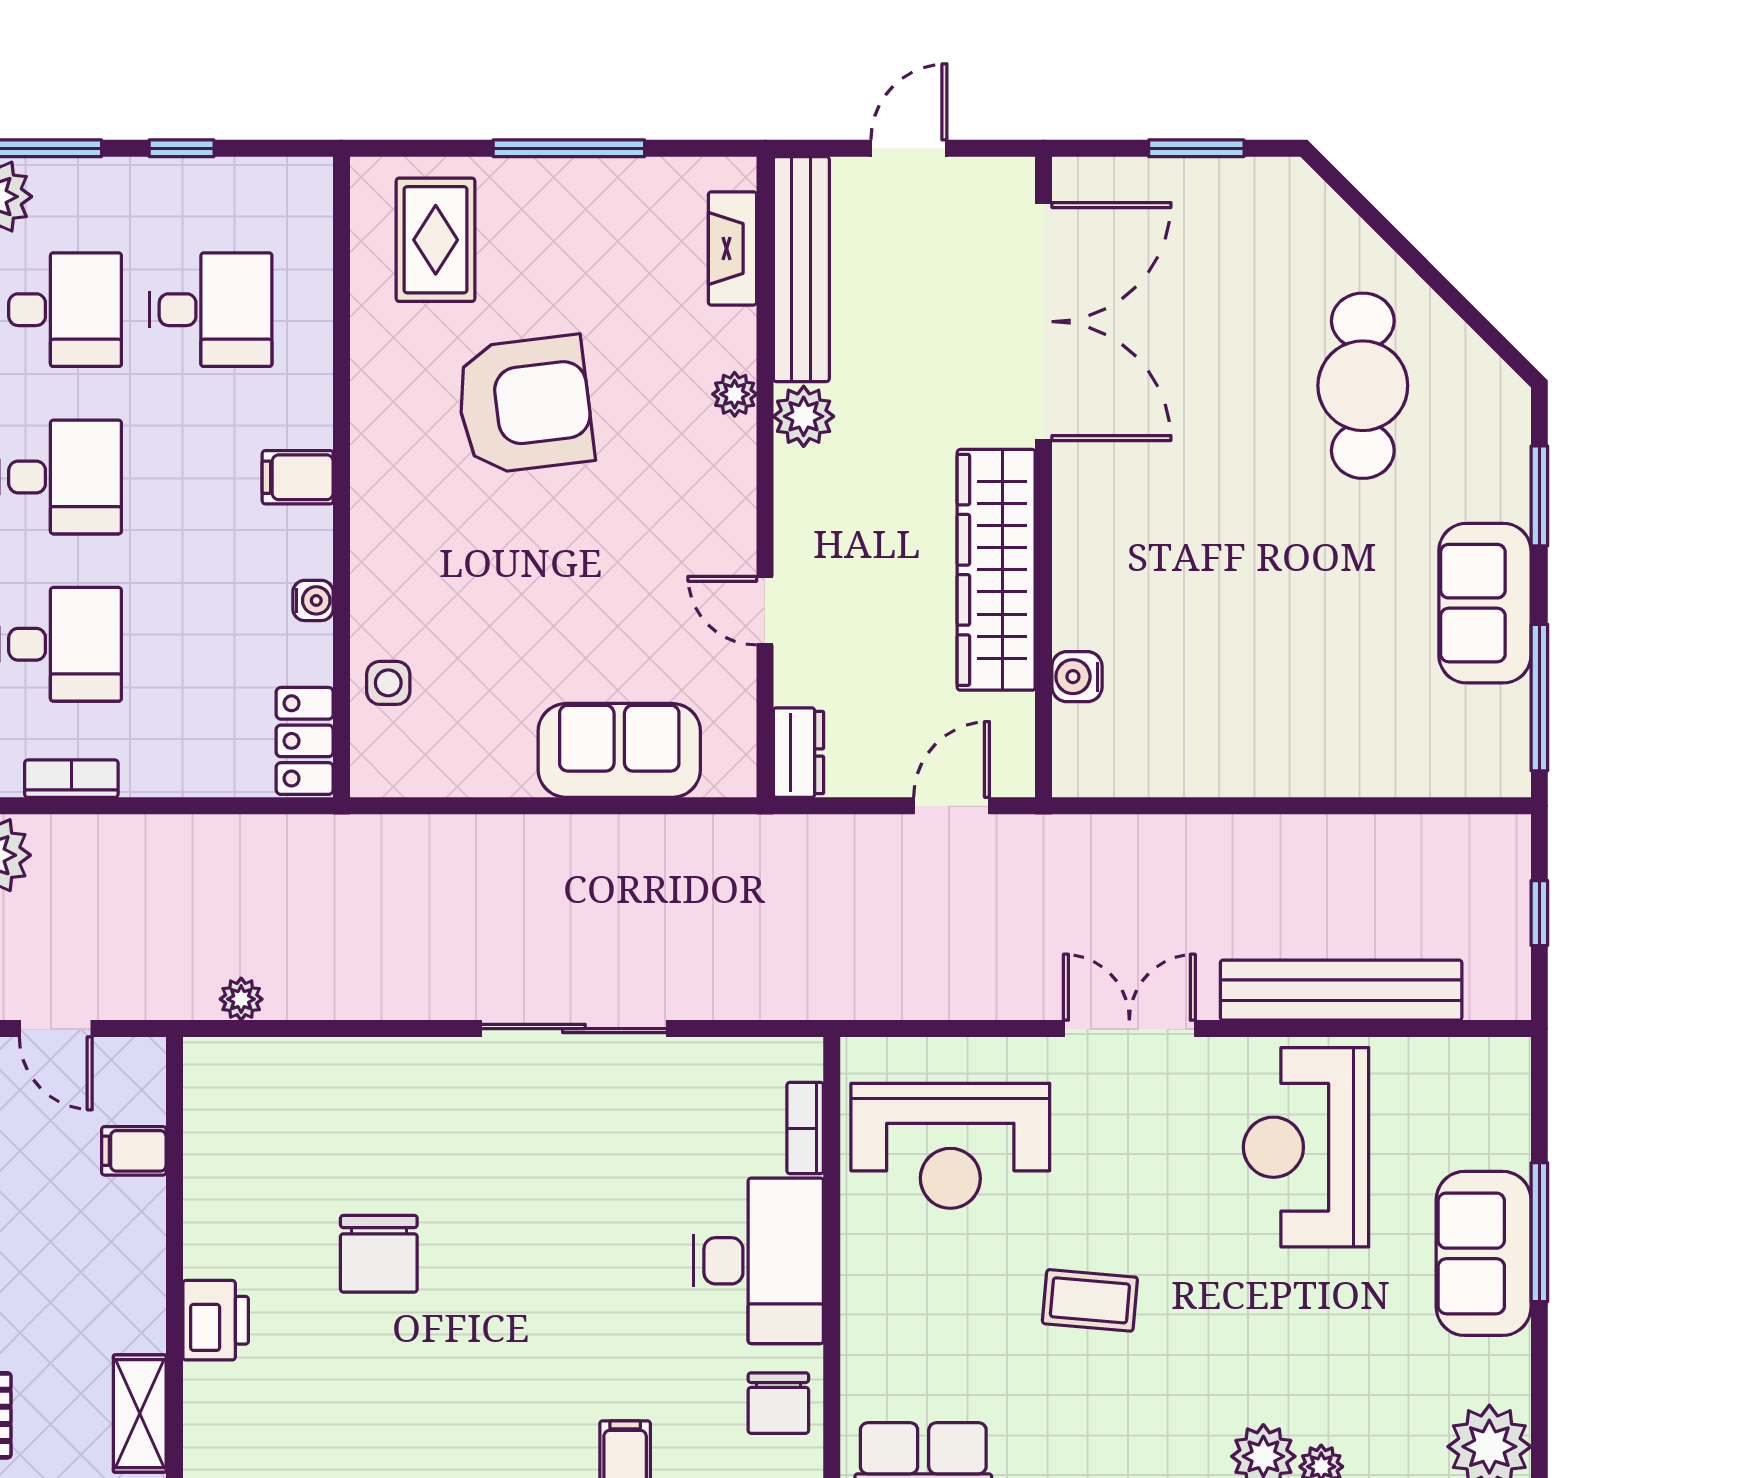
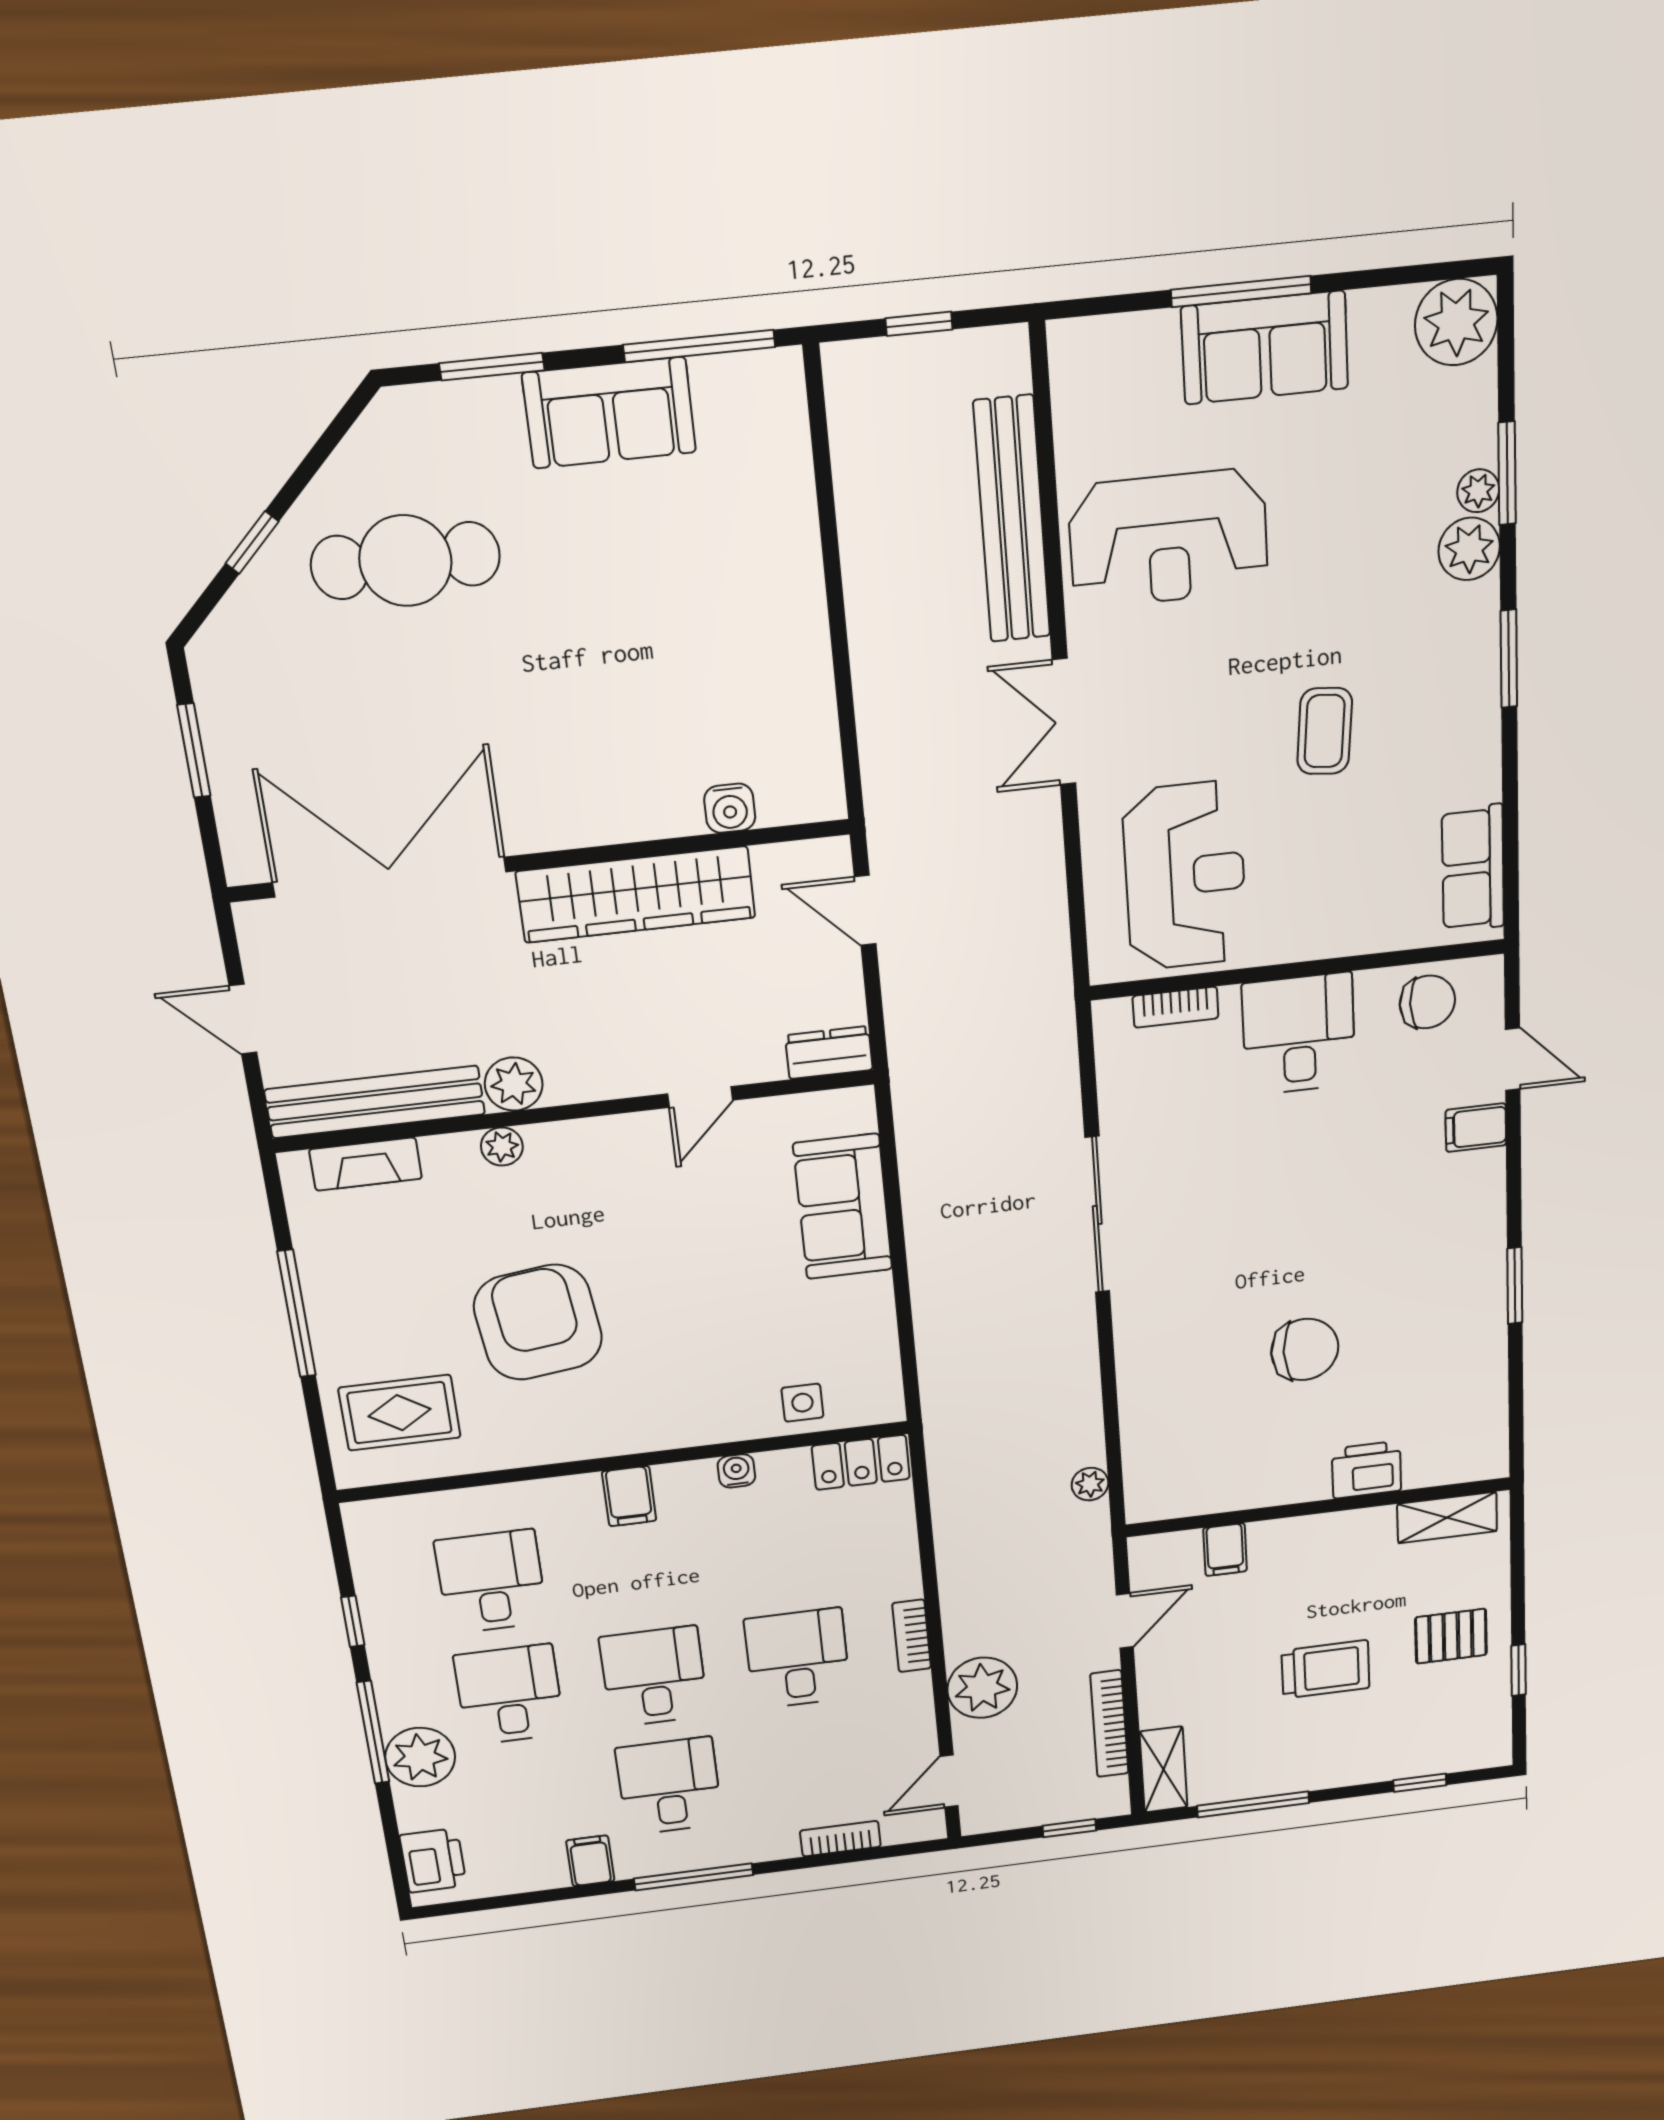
window: (1396, 240) -> (252, 542), added
desk: (758, 1261) -> (1299, 1034), width x0.73

